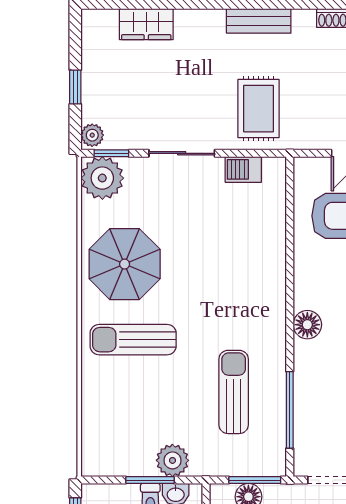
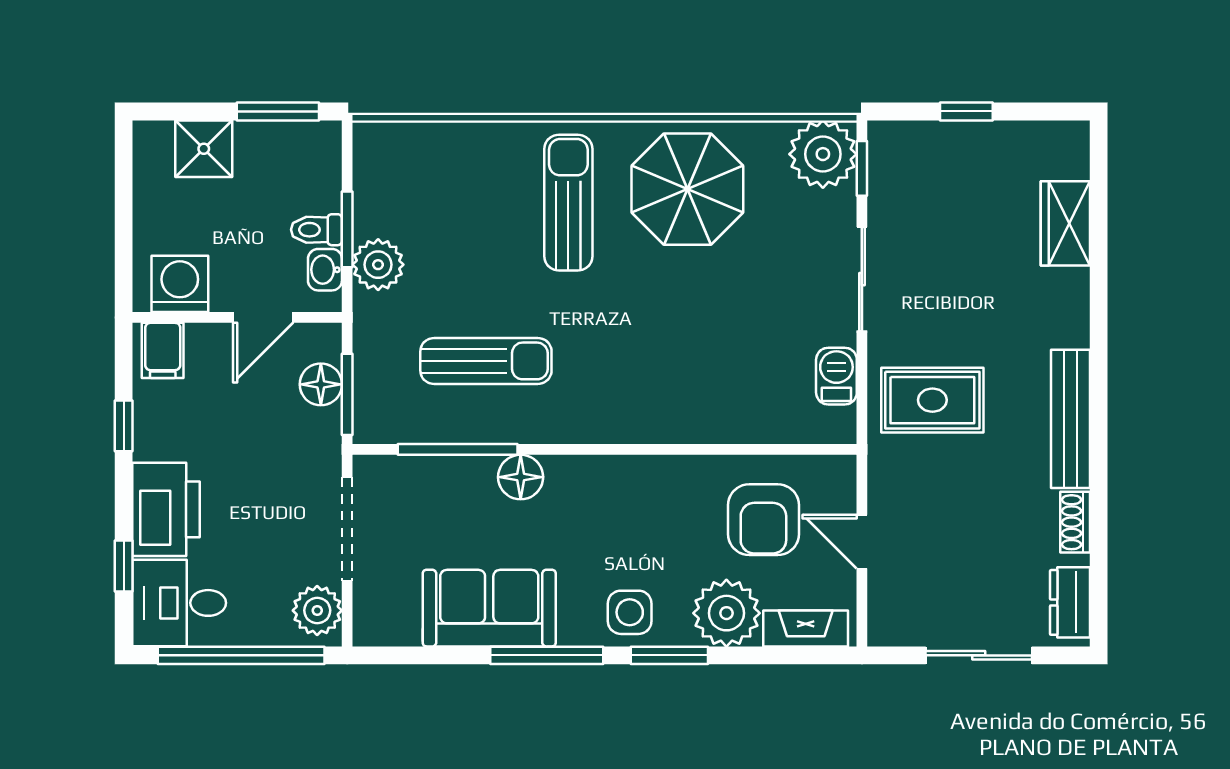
bench: (259, 21) -> (1070, 419), width x1.36
plant: (92, 135) -> (890, 138), removed
floor lamp: (307, 325) -> (521, 477), moved

